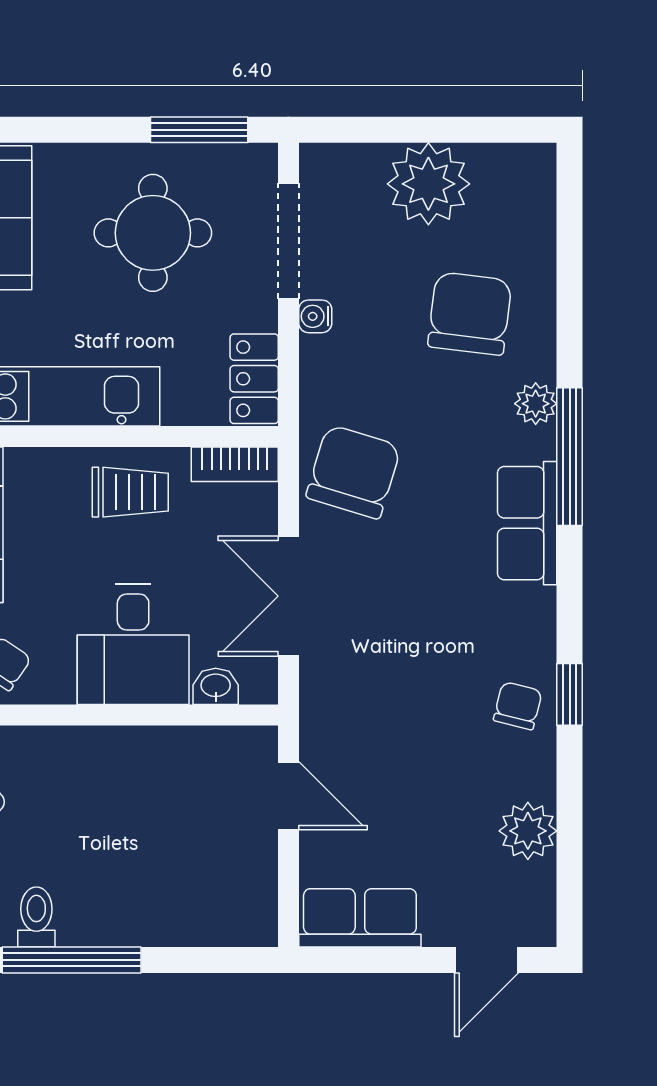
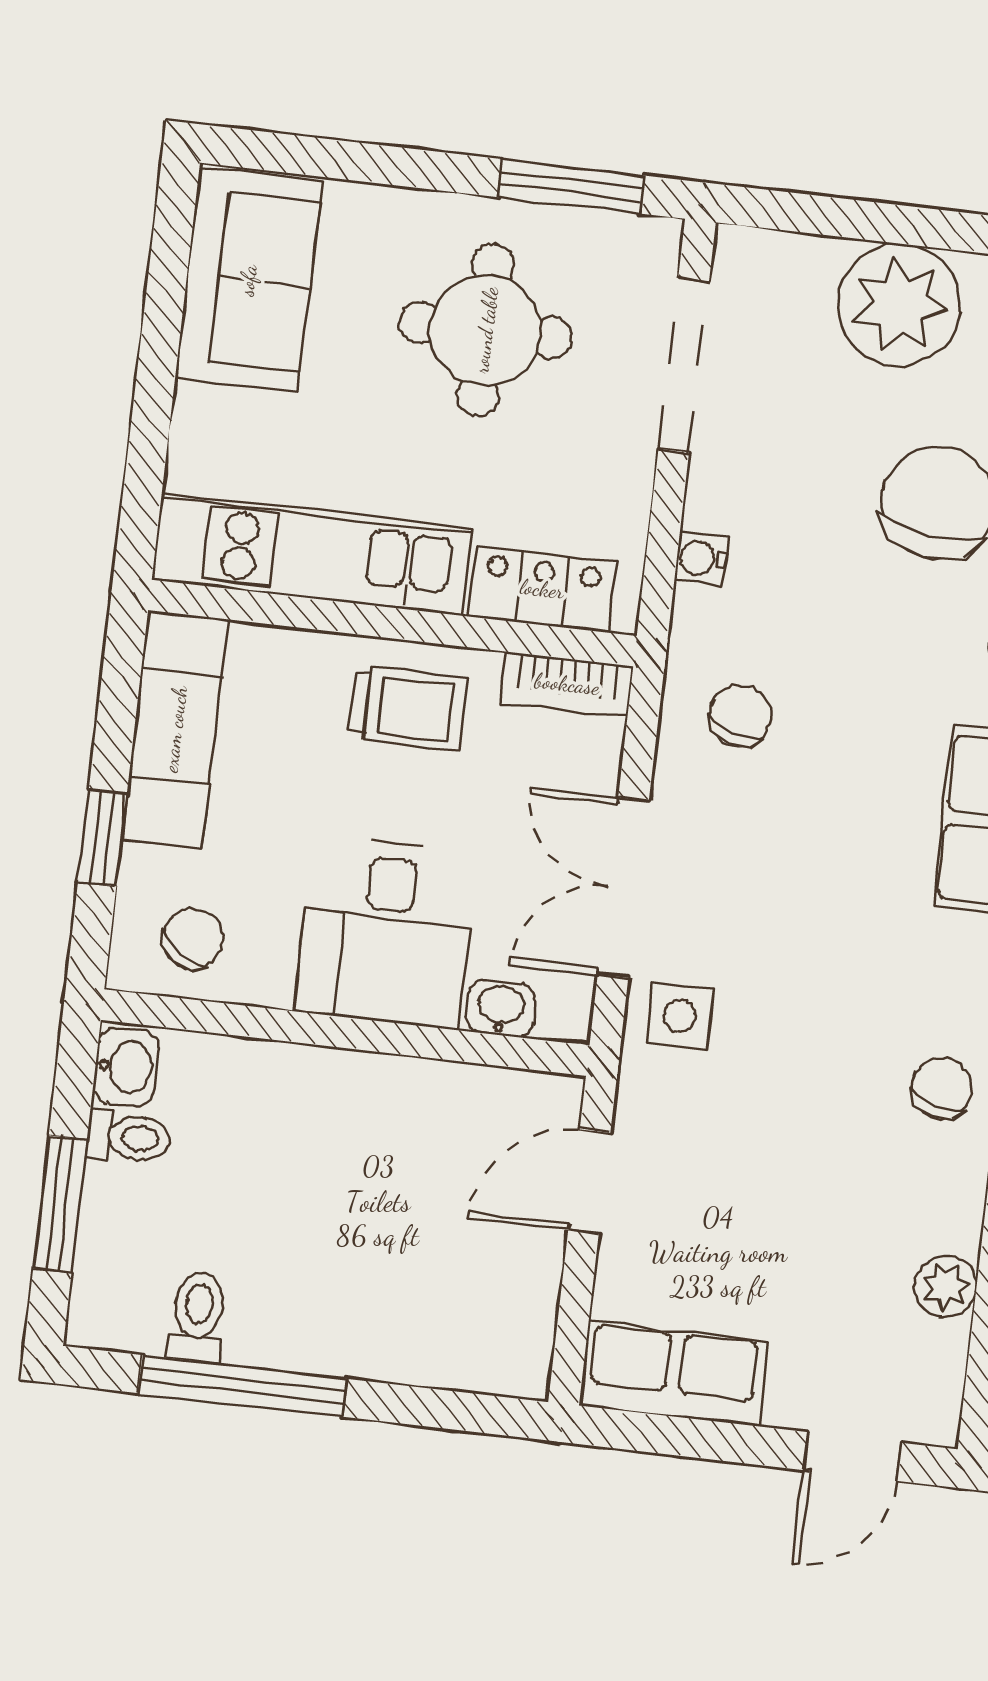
water cooler: (315, 316) -> (701, 559), moved
locker: (254, 379) -> (542, 589), moved, turned 90
chair: (353, 472) -> (740, 716), width x0.54, depth x0.54
side table: (336, 678) -> (680, 1016), added
door: (289, 796) -> (589, 1181), swing flipped
plant: (528, 831) -> (946, 1287), width x0.73, depth x0.73

